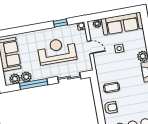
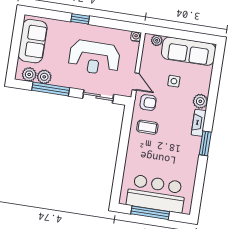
window: (60, 23) -> (80, 19), moved
door: (90, 47) -> (136, 81), moved
reception desk: (57, 51) -> (94, 58), turned 180
armchair: (111, 108) -> (148, 103), moved

